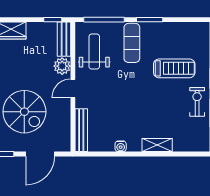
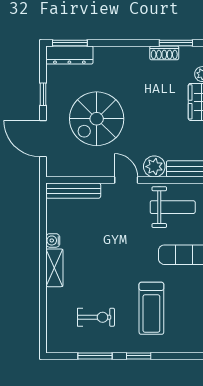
exercise bike: (197, 102) -> (96, 317), moved
shelving: (157, 145) -> (54, 268), moved

